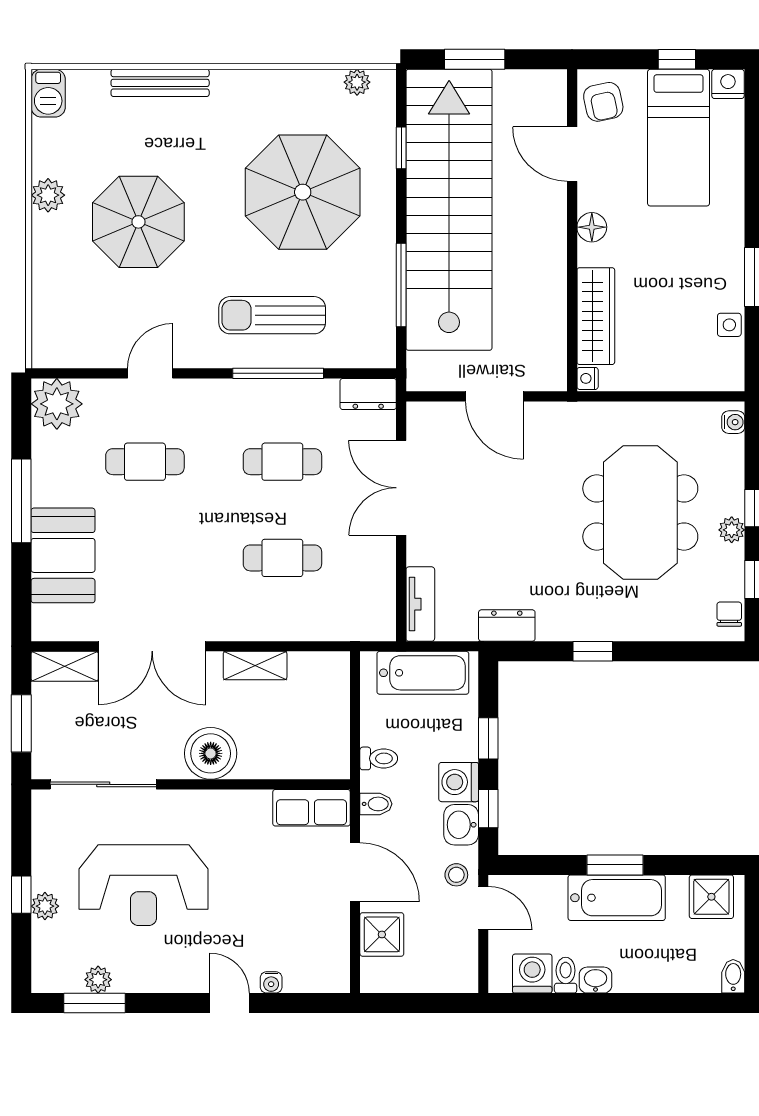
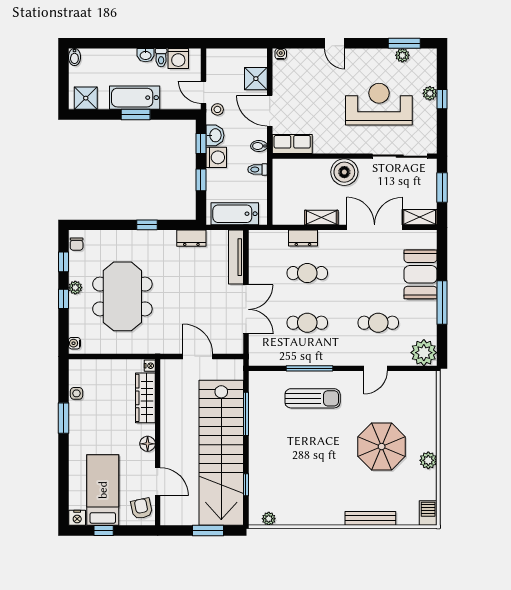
parasol: (303, 192) -> (297, 462), removed
dresser: (368, 394) -> (303, 238), moved, turned 180
tv unit: (420, 604) -> (236, 257), width x1.41
water cooler: (271, 982) -> (281, 54), moved

